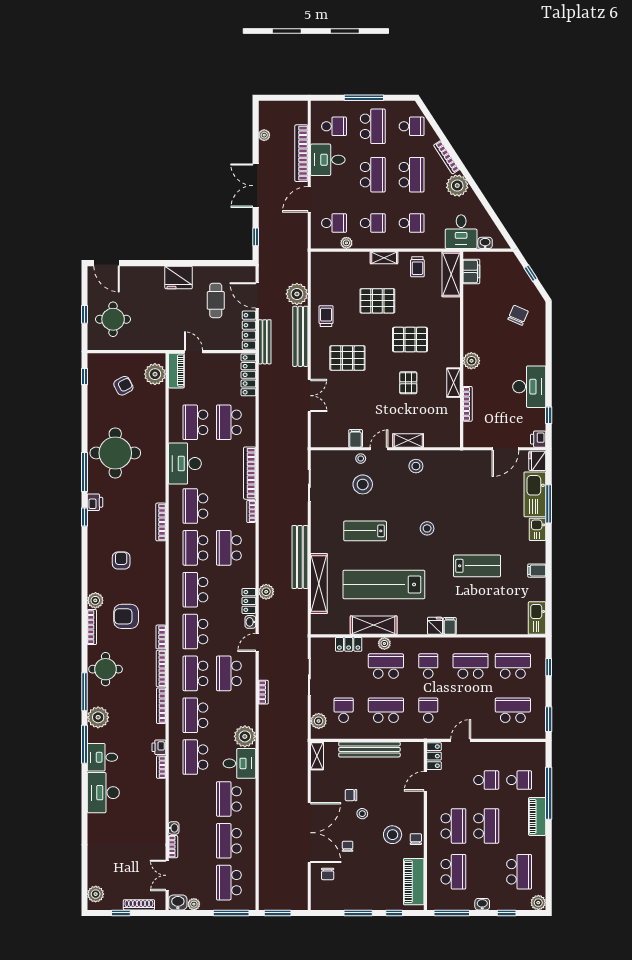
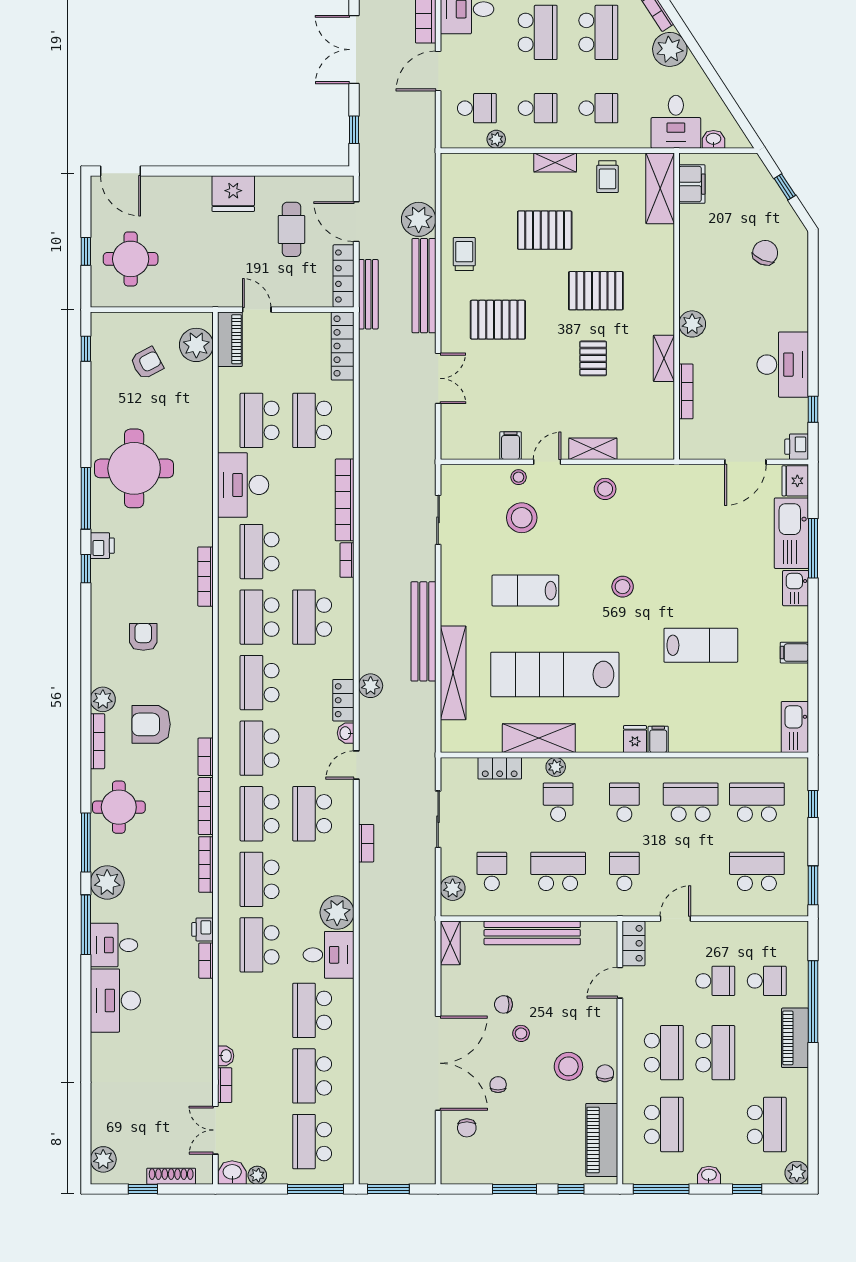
school desk: (386, 666) -> (558, 802), width x0.54

